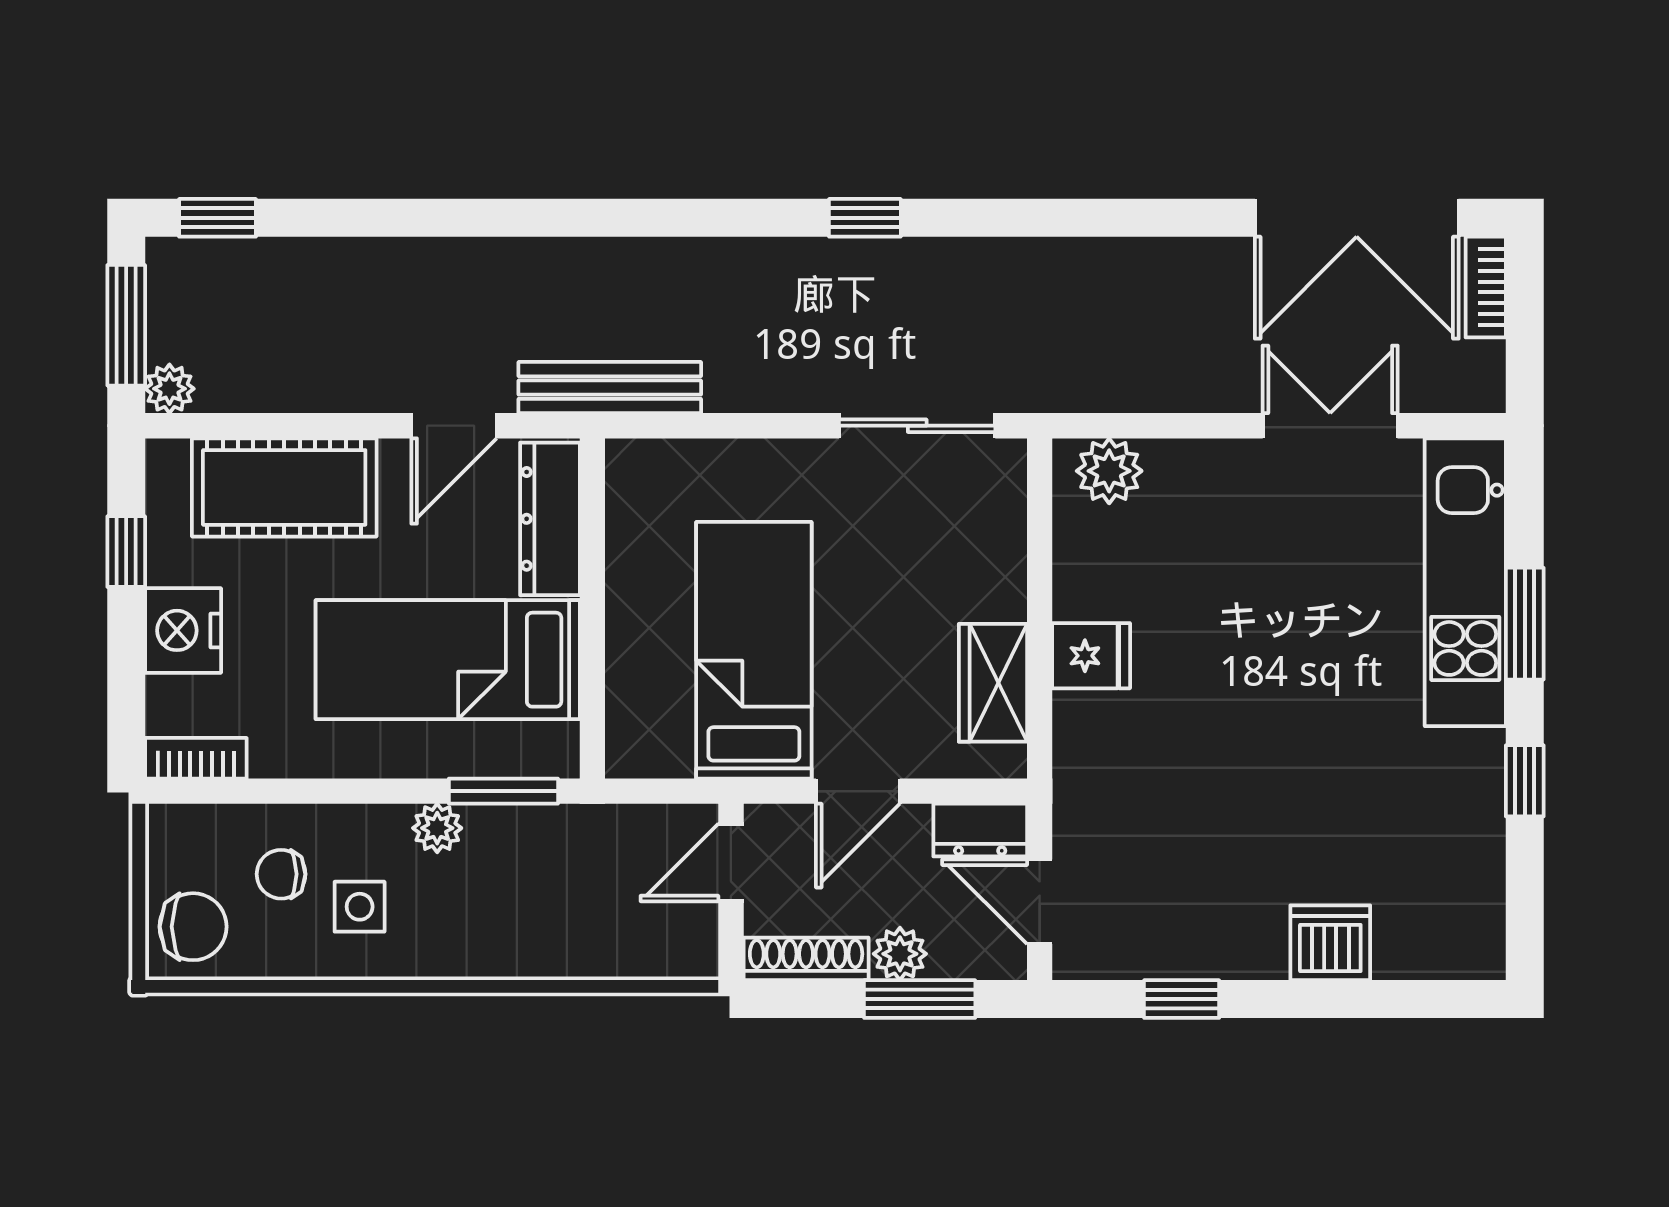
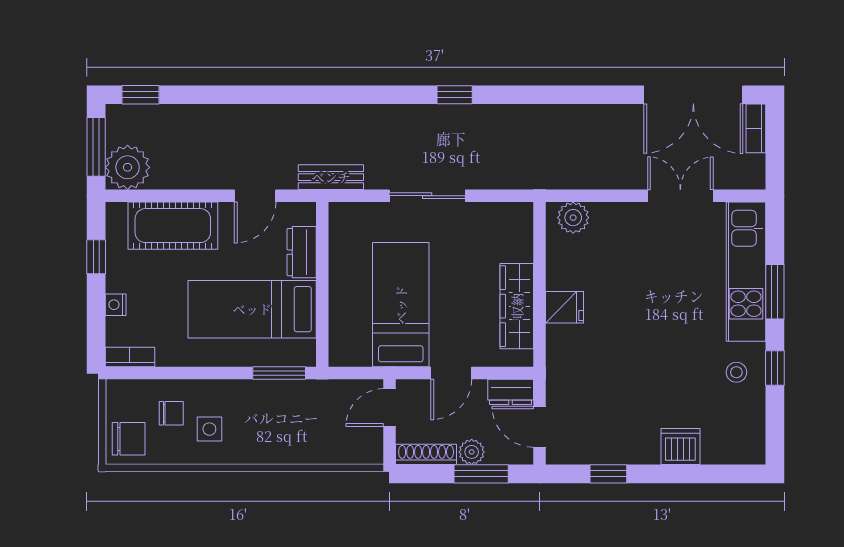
bench: (610, 388) -> (331, 177), width x0.73
plant: (169, 389) -> (128, 167), width x1.88, depth x1.88
sliding door: (917, 426) -> (427, 196), moved
dresser: (550, 519) -> (302, 252), width x0.70
nightstand: (183, 630) -> (116, 305), width x0.53, depth x0.56
wardrobe: (993, 683) -> (517, 306), width x1.50
stool: (1446, 790) -> (736, 372), added
plant: (437, 828) -> (247, 391), removed
chair: (281, 874) -> (171, 413), turned 180

